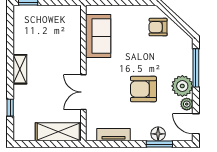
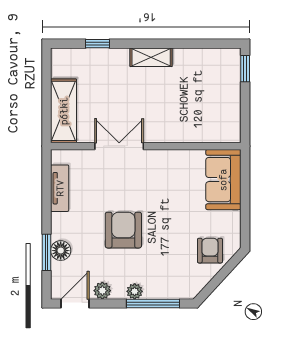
sofa: (98, 36) -> (223, 180), moved, turned 90
plant: (182, 86) -> (135, 291), width x0.53, depth x0.53

